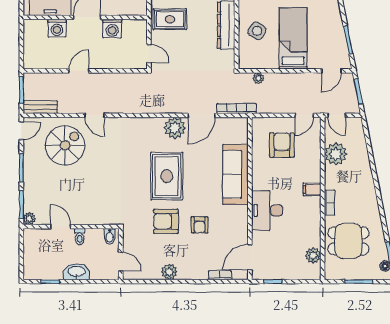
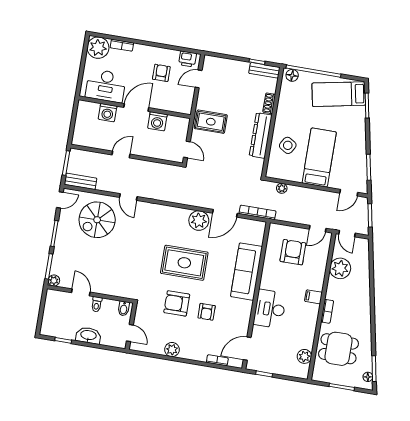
spiral stairs: (65, 145) -> (97, 220), turned 180
rug: (167, 176) -> (184, 263), turned 90

